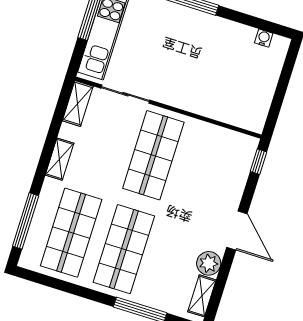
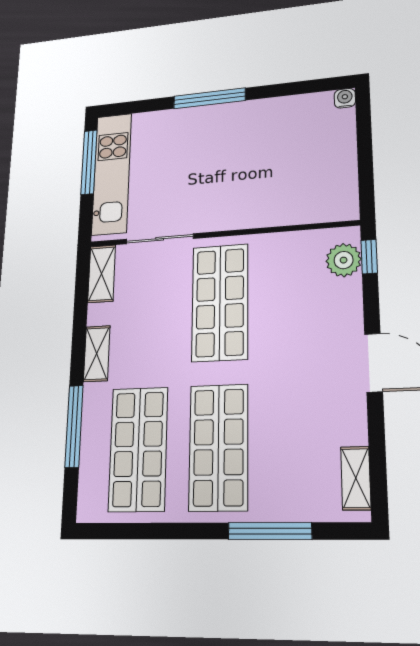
water cooler: (264, 38) -> (345, 98), moved
window: (26, 221) -> (74, 426), moved
plant: (209, 263) -> (344, 260), moved

